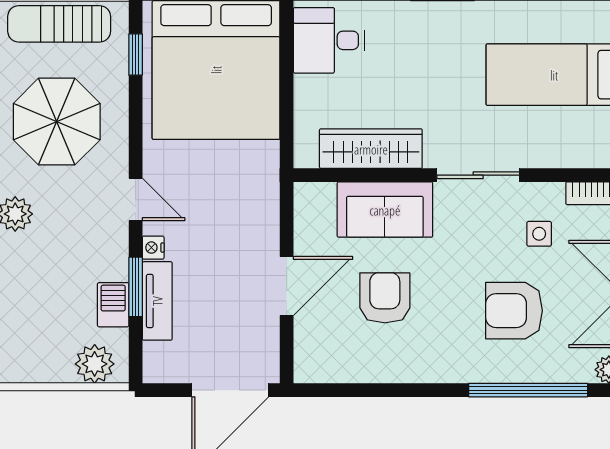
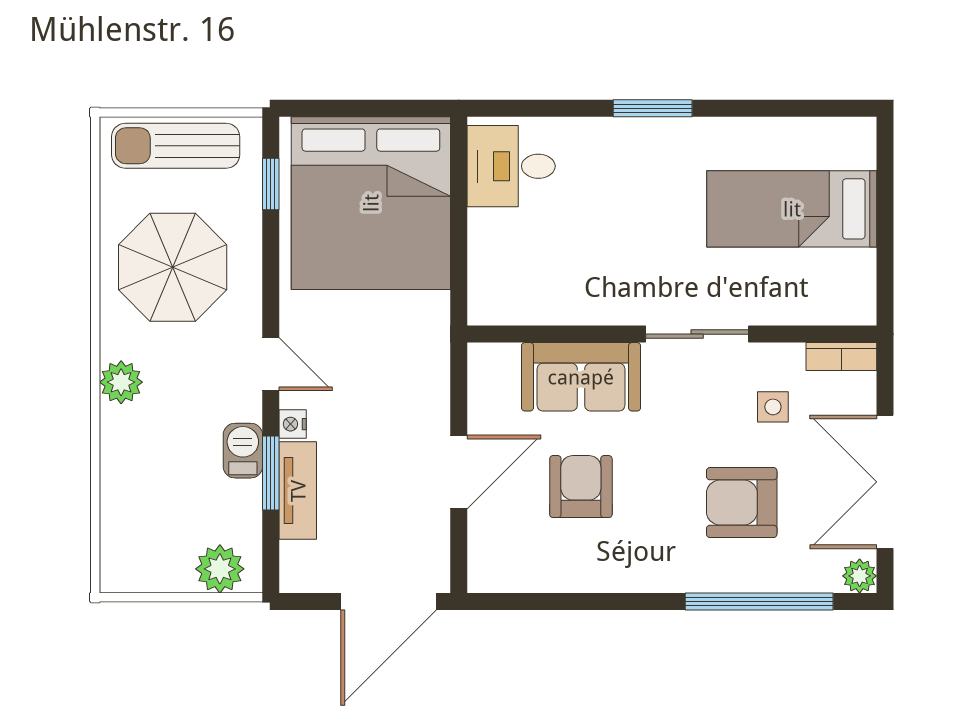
wardrobe: (371, 149) -> (564, 301), removed
barbecue: (113, 305) -> (243, 451), moved

